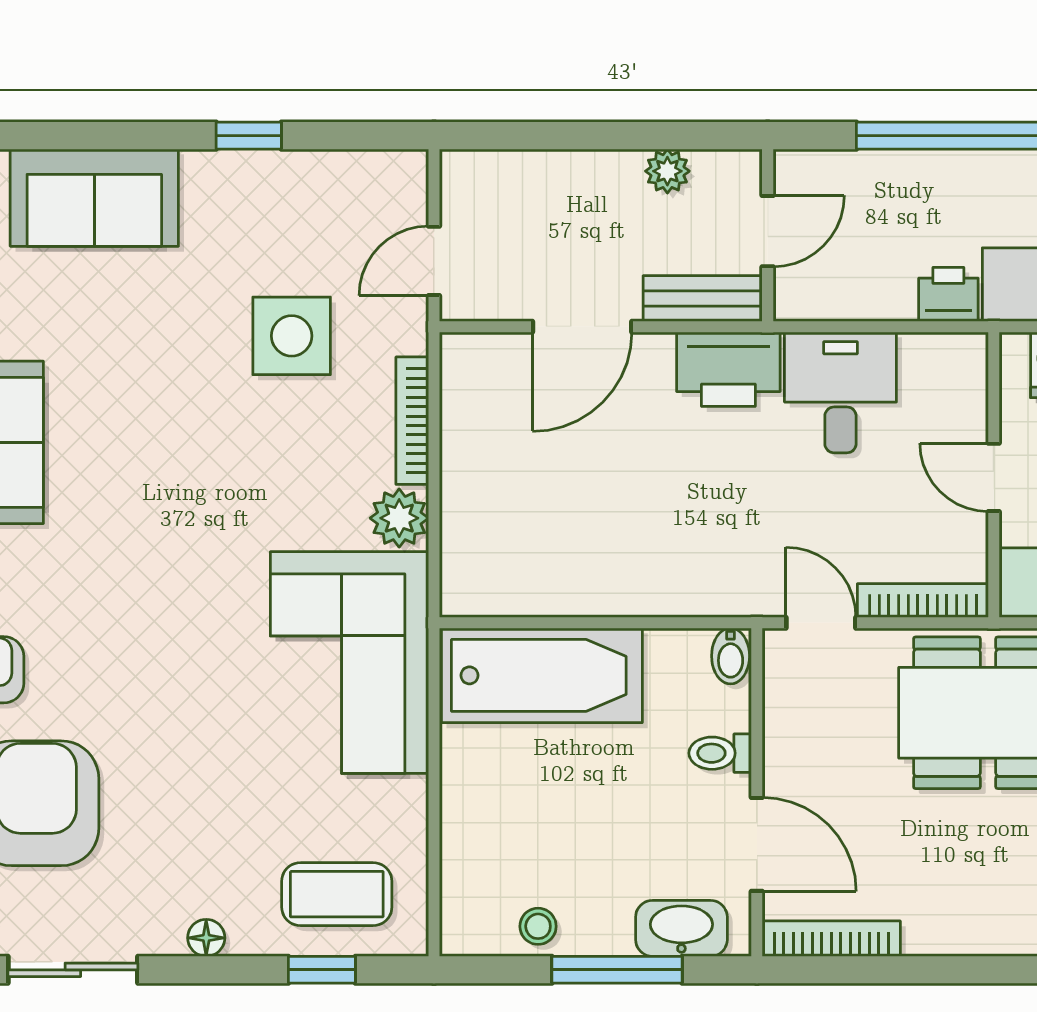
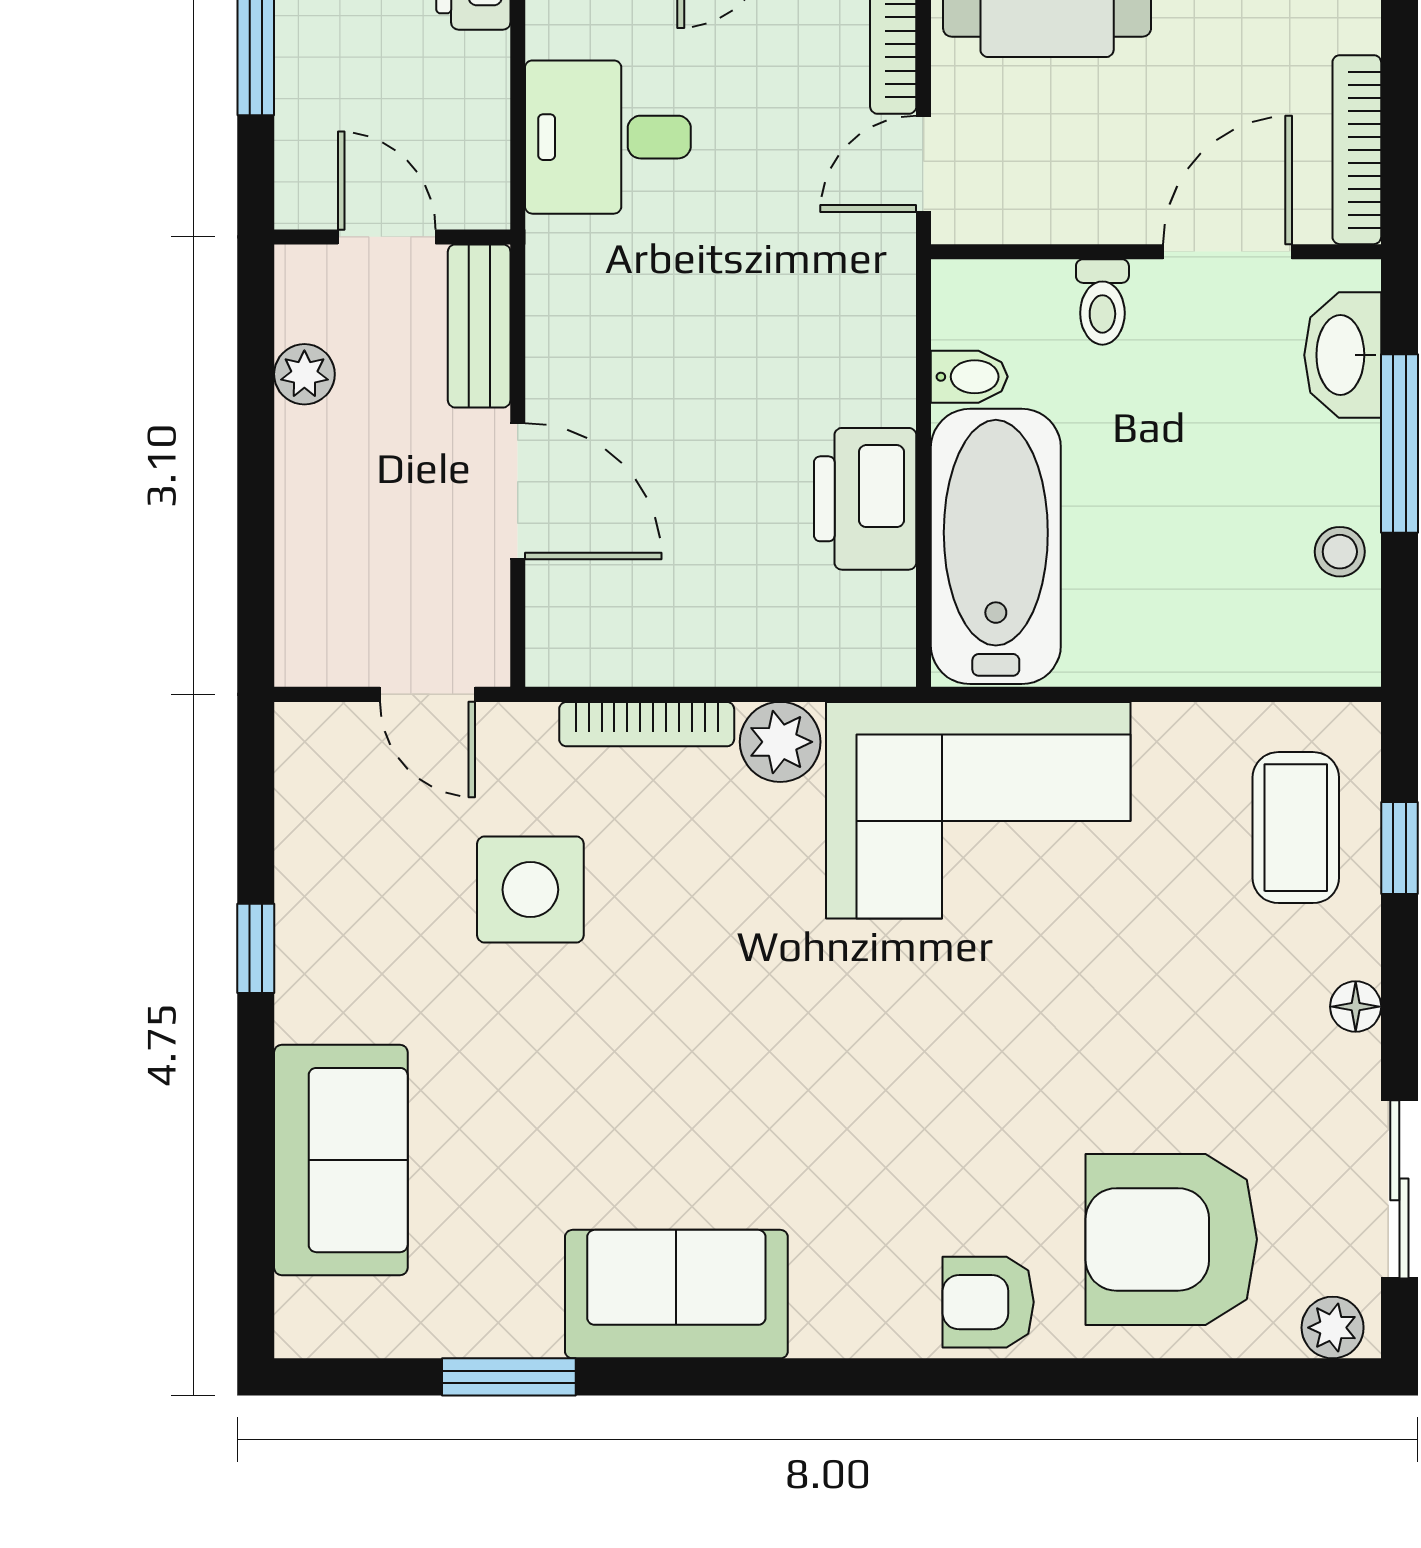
printer: (728, 369) -> (865, 499), moved, turned 180
bidet: (731, 656) -> (969, 377), moved

